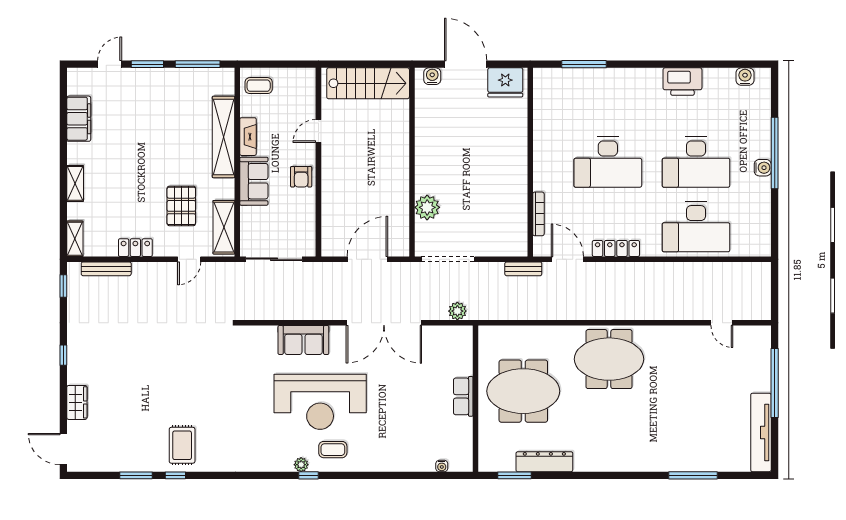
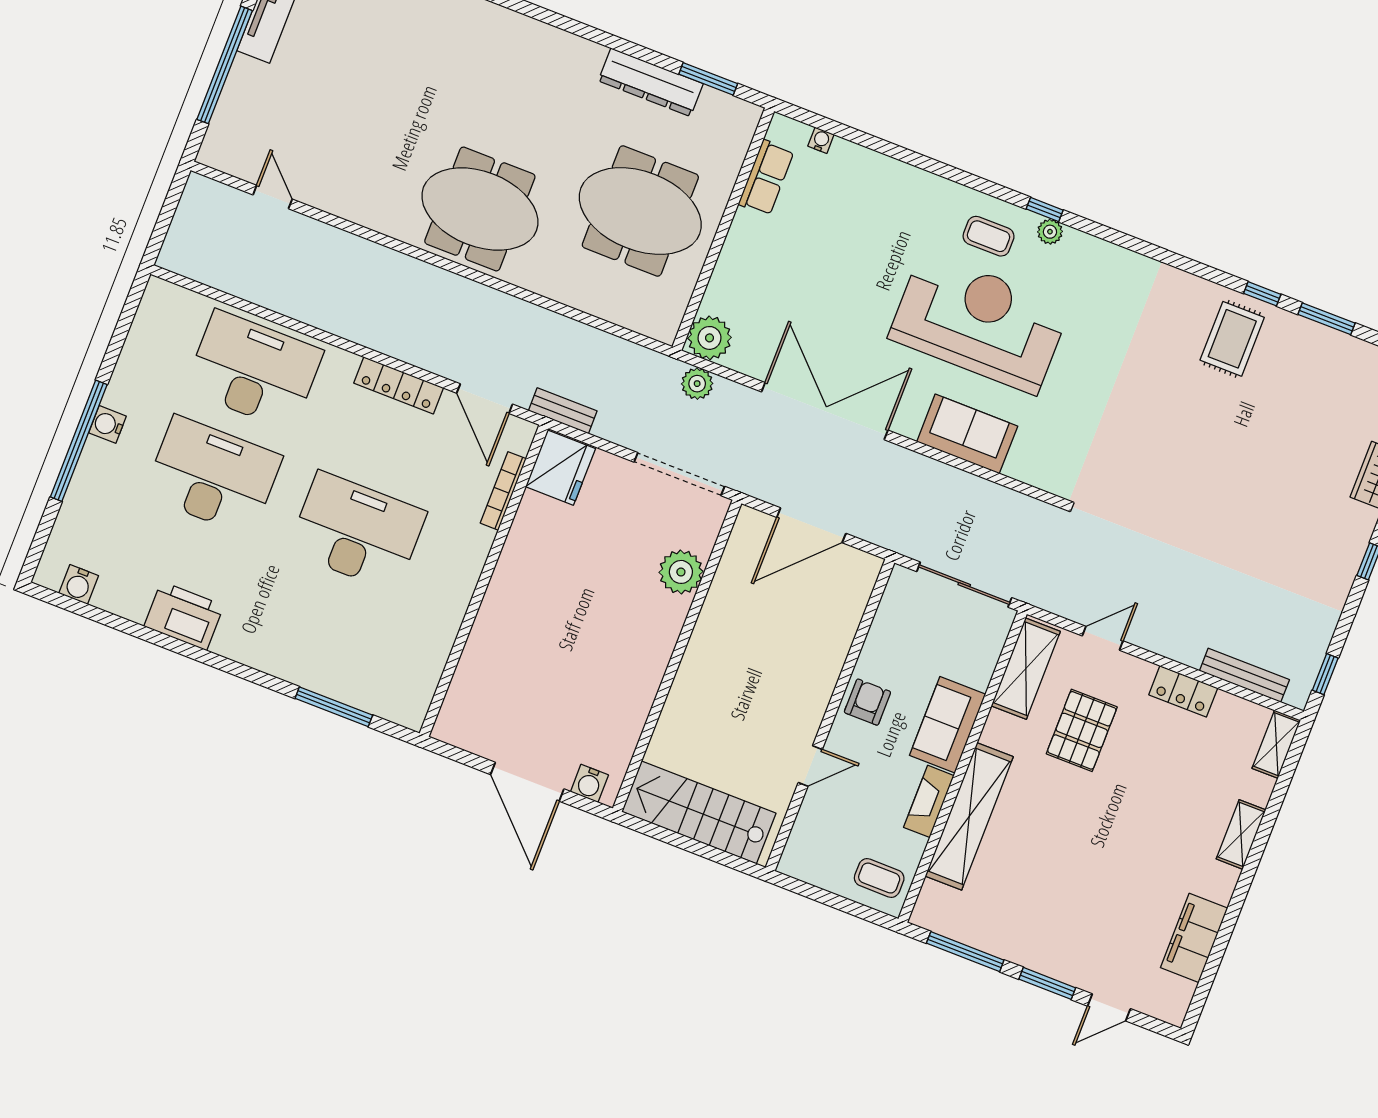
fridge: (505, 82) -> (560, 468), moved, turned 90
plant: (460, 338) -> (710, 338), added
row of seats: (463, 396) -> (766, 178), moved

